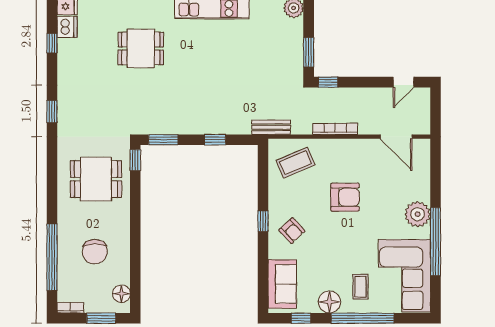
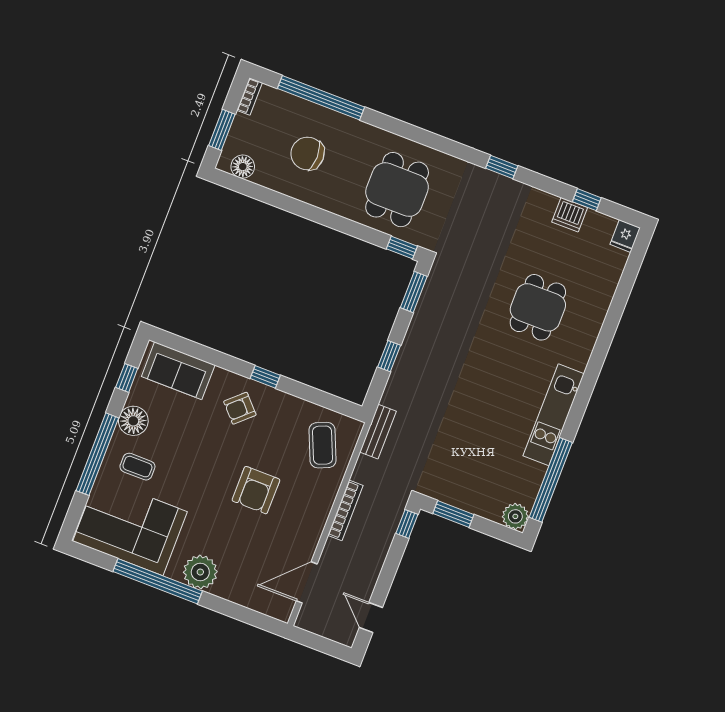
dishwasher: (67, 27) -> (570, 215), moved

